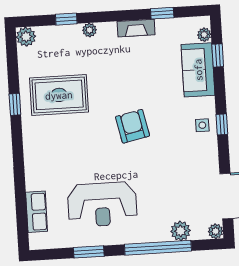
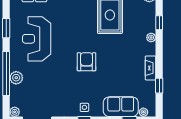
armchair: (133, 126) -> (86, 62), turned -78
plant: (181, 231) -> (16, 78), moved

